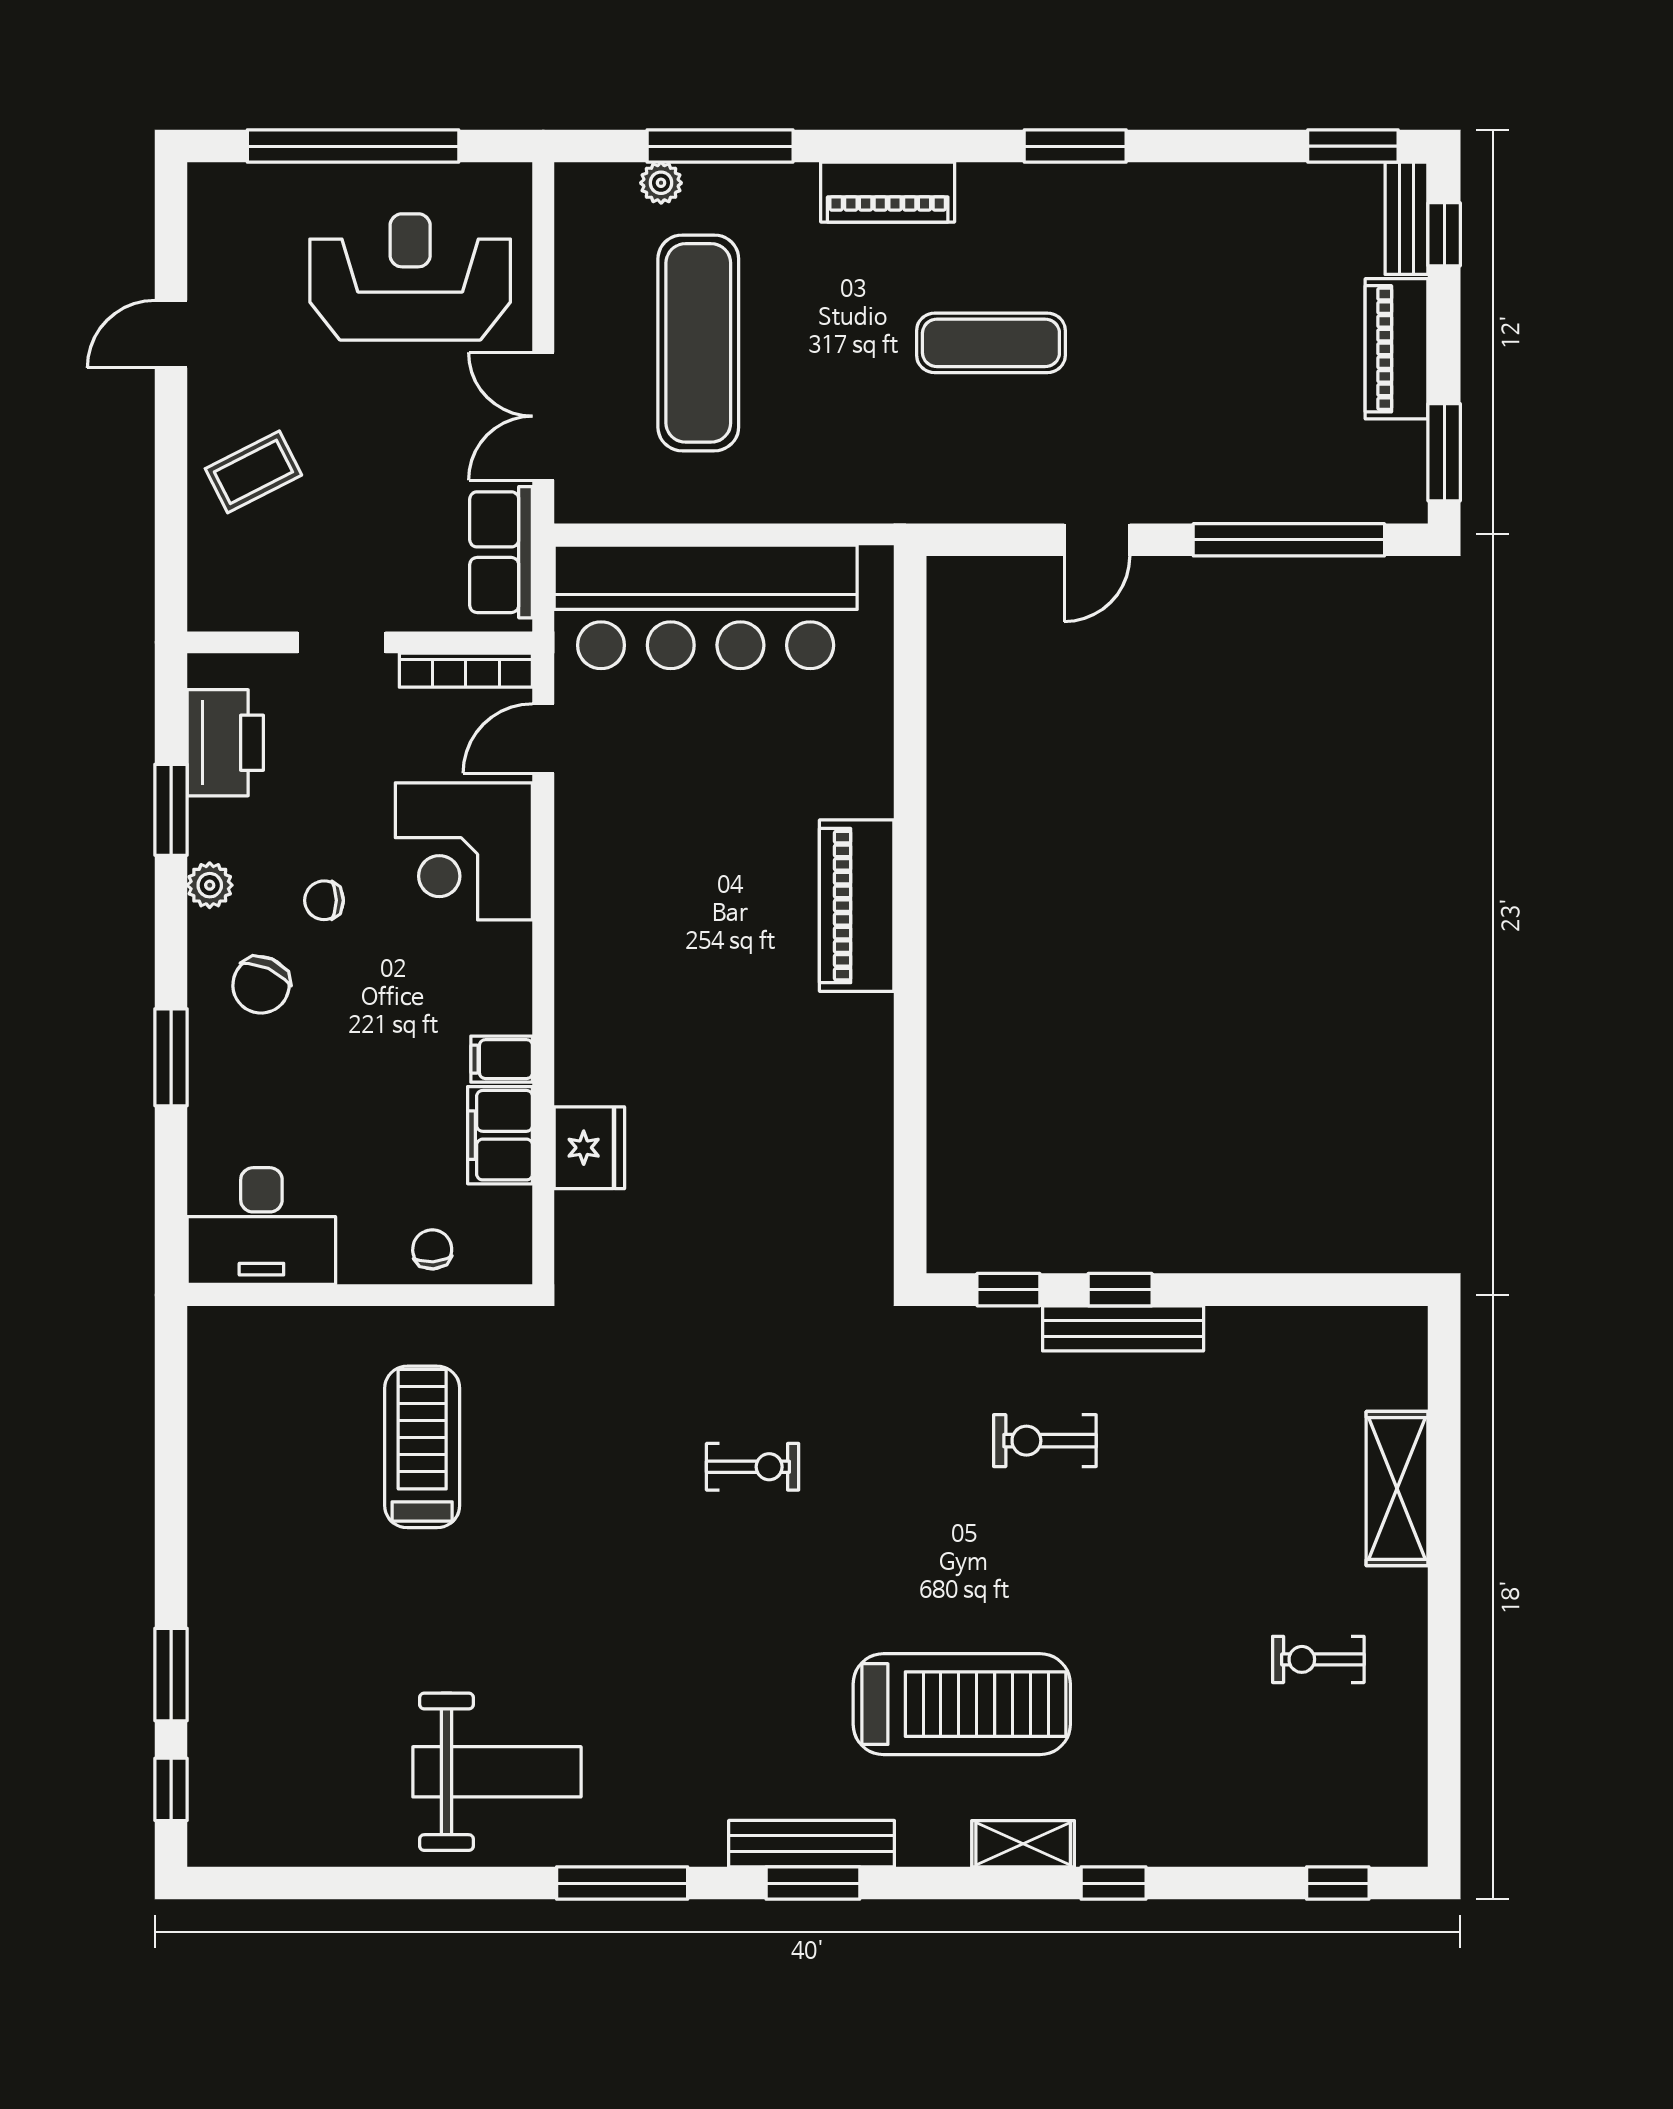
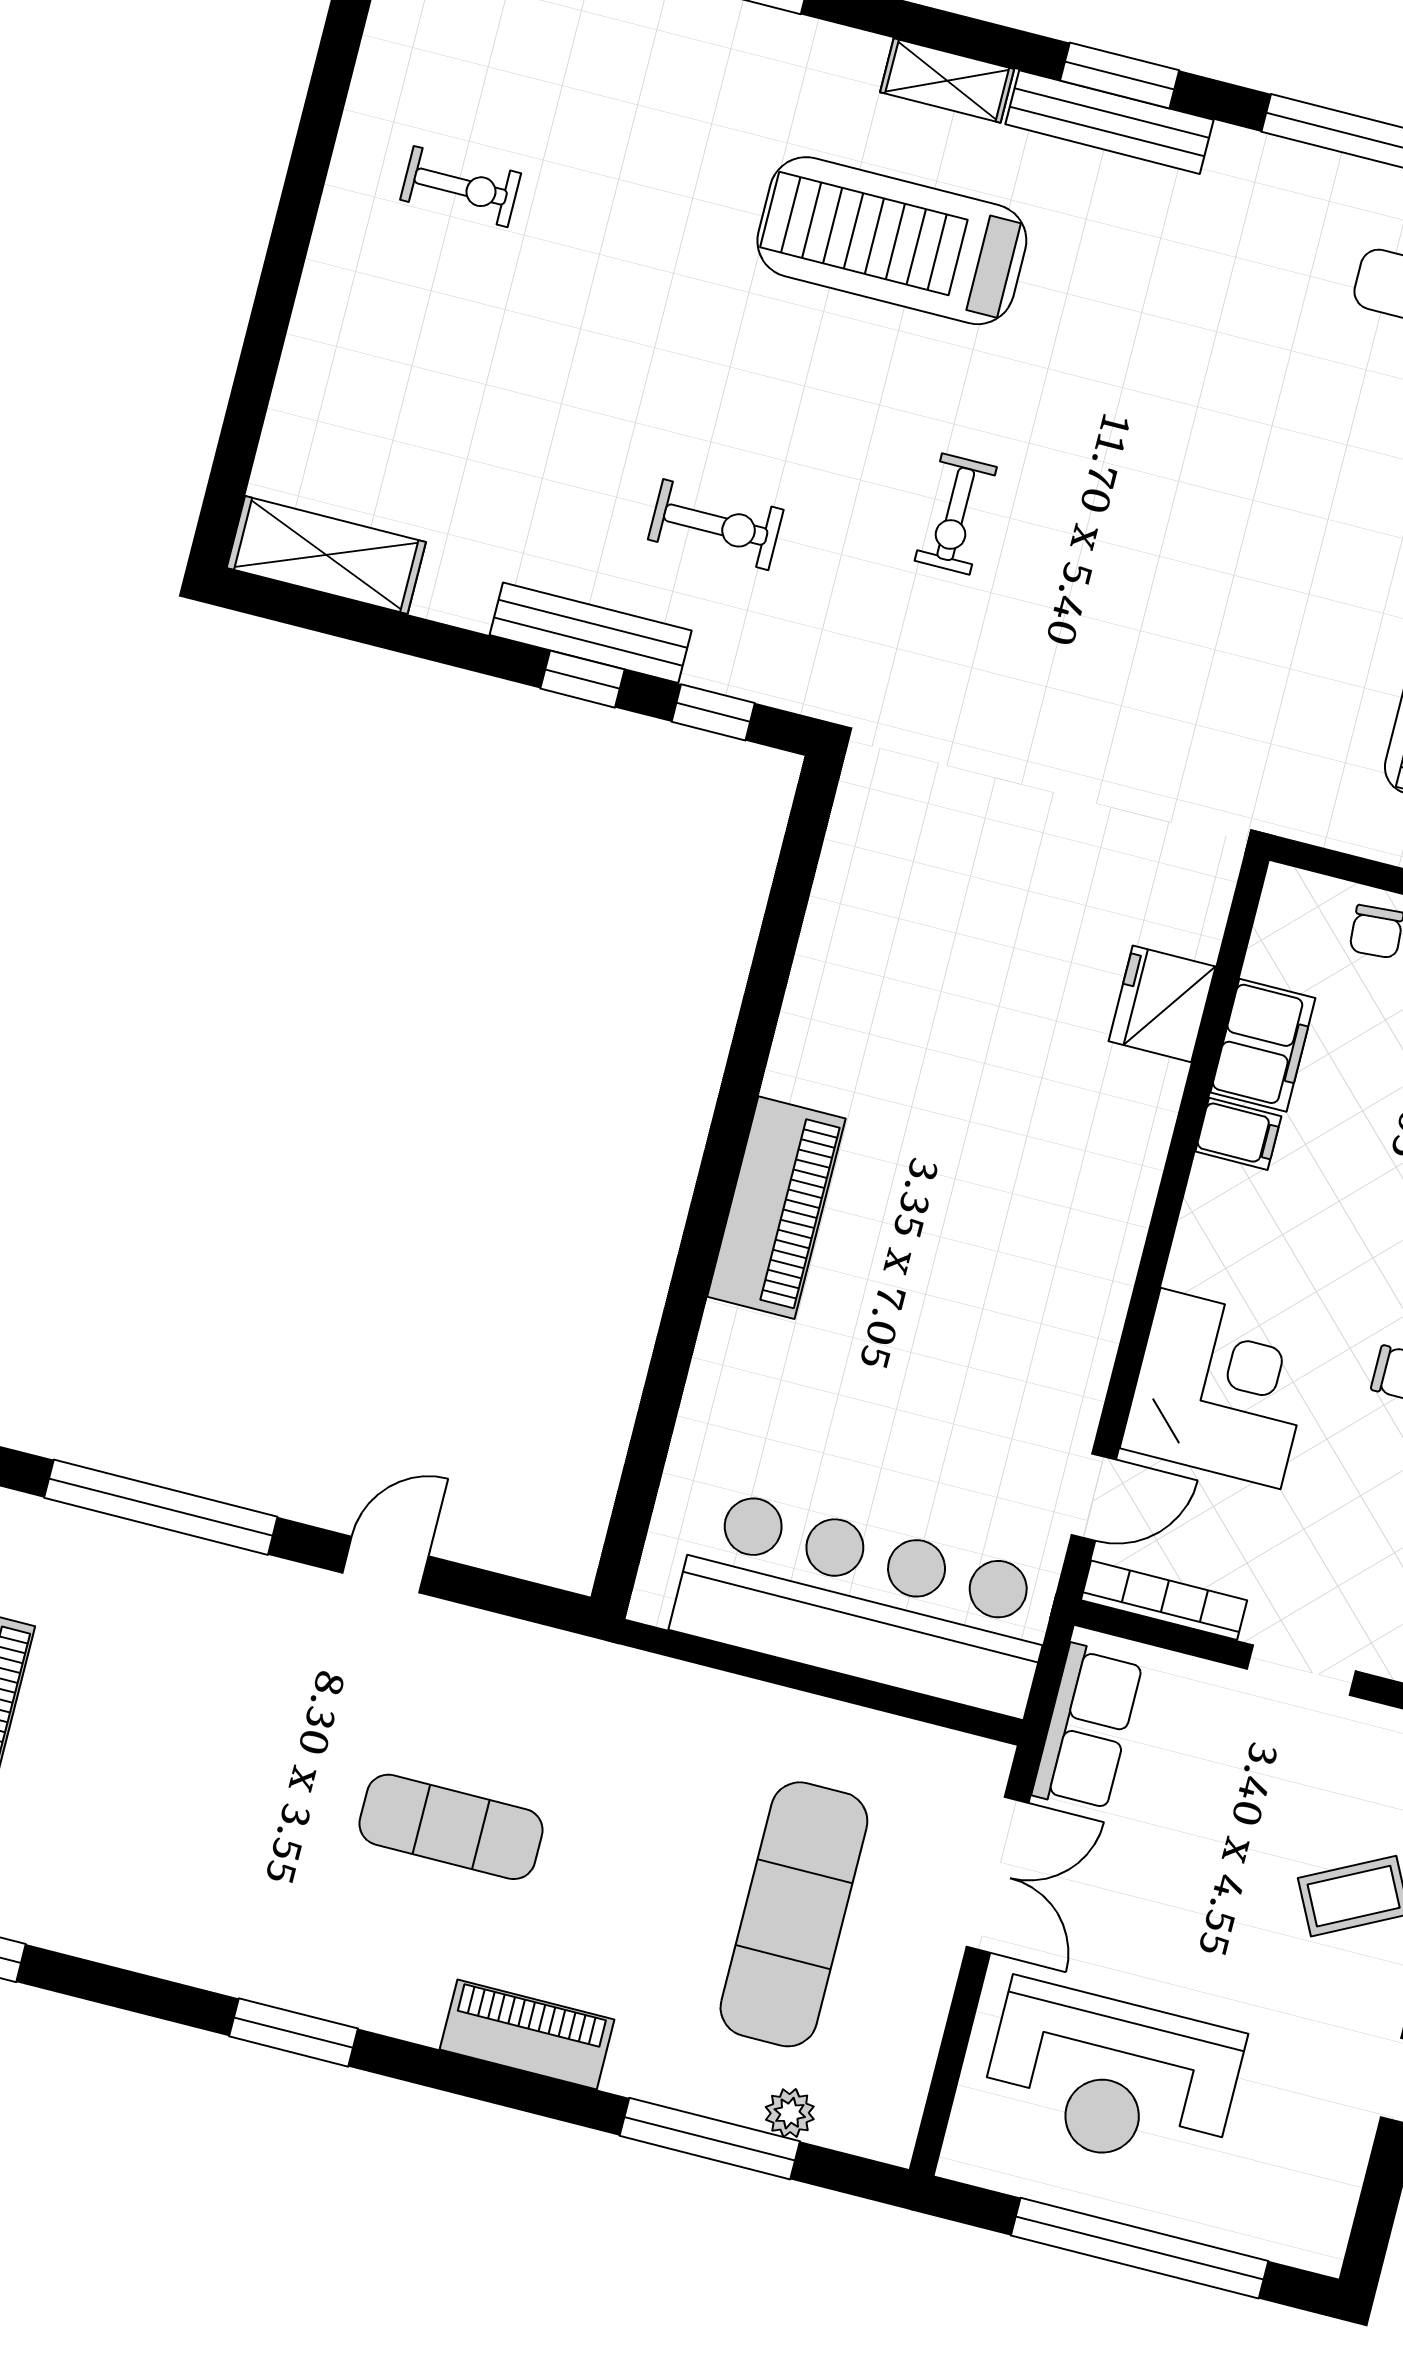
exercise bike: (753, 1467) -> (956, 514), moved, turned -90
shelving: (1397, 1489) -> (326, 555), moved, turned 90
shelving: (1023, 1844) -> (947, 81), moved

